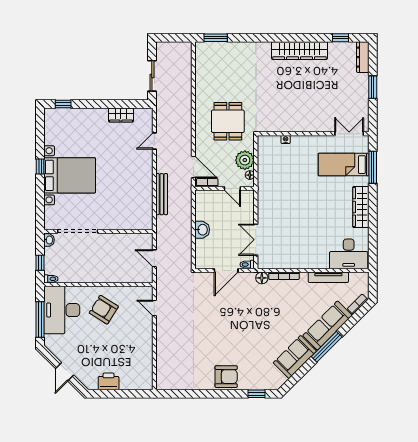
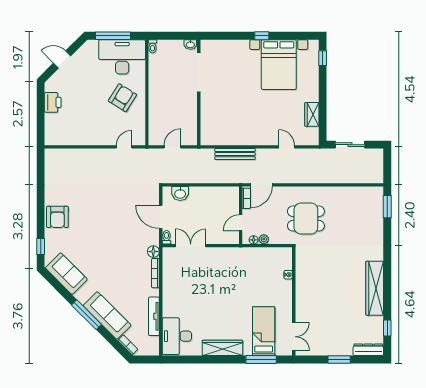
plant: (245, 160) -> (264, 239), width x0.53, depth x0.53
bed with nightstands: (70, 175) -> (279, 65), moved
washbasin: (202, 230) -> (180, 194), moved
window: (40, 263) -> (168, 36), removed
sofa: (295, 357) -> (66, 274), moved

